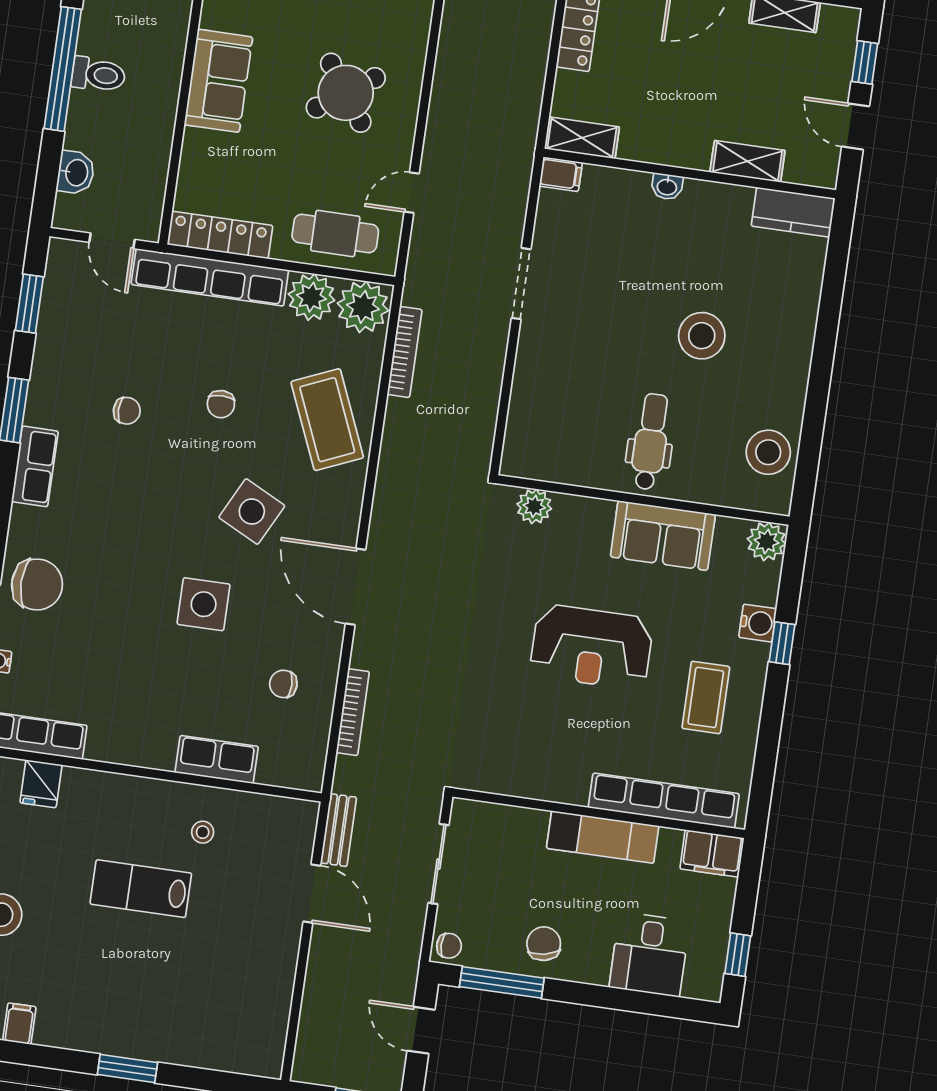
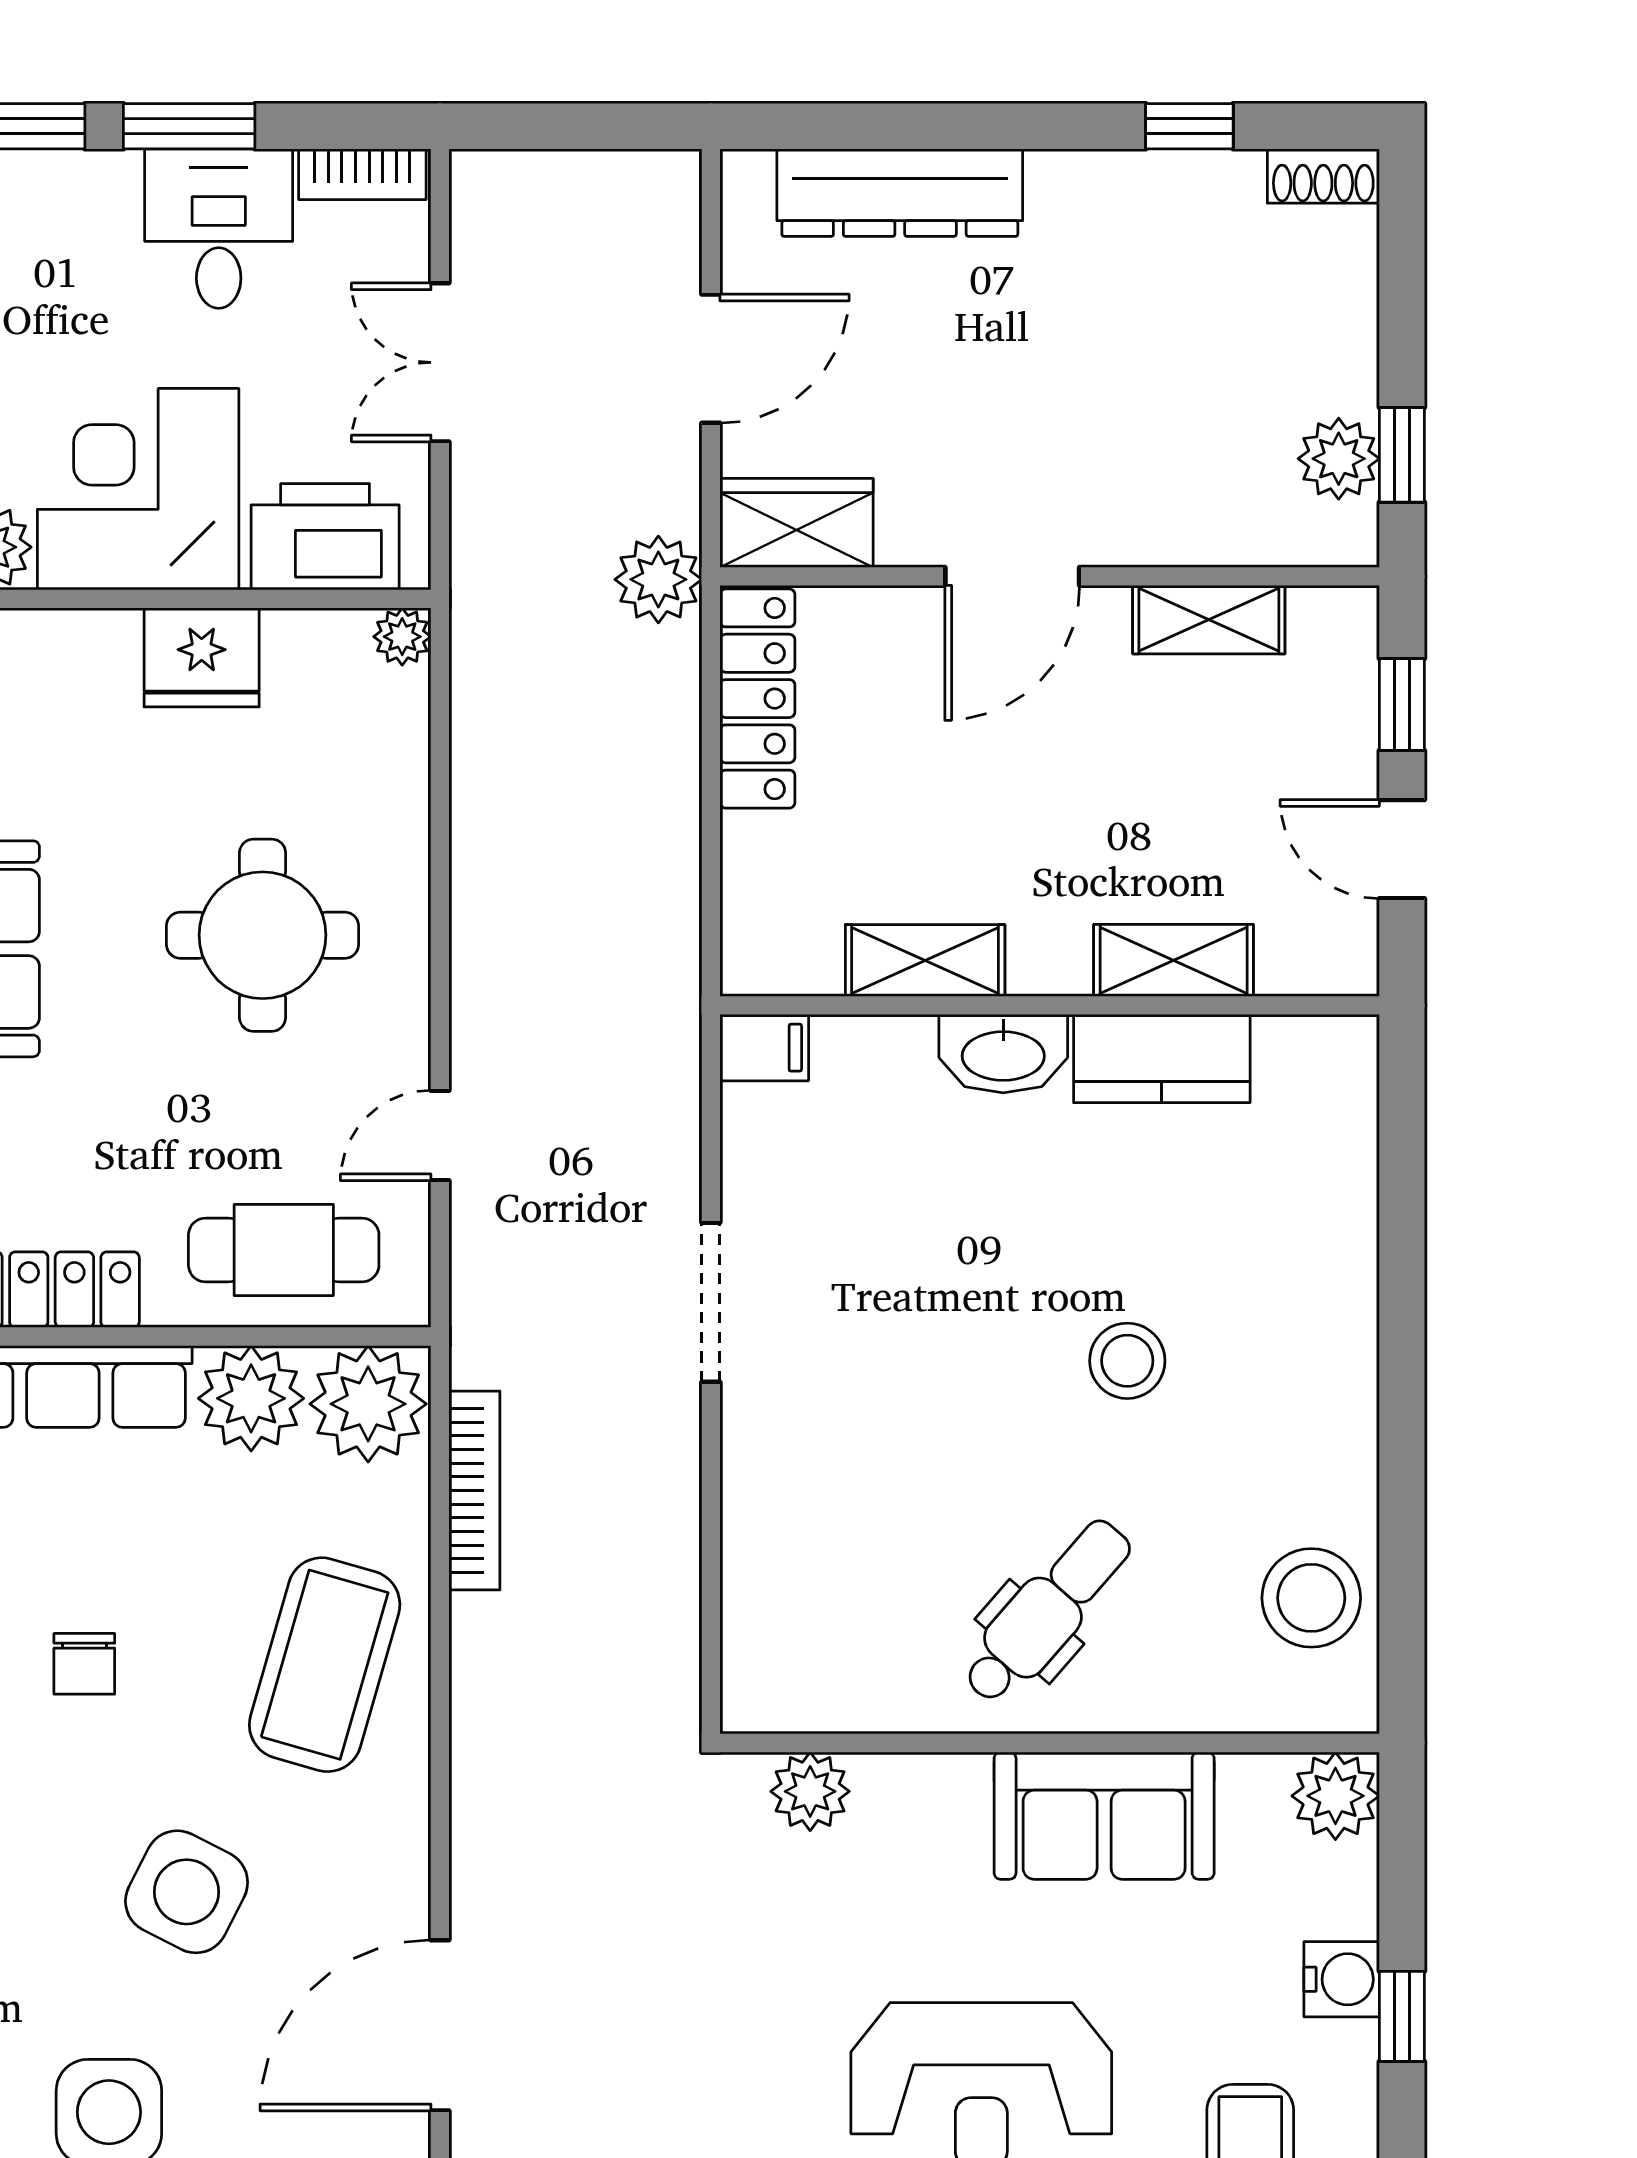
round table: (346, 93) -> (263, 935), turned 35
shelving: (582, 138) -> (925, 960), moved
washbasin: (667, 187) -> (1003, 1054), width x1.91, depth x1.45
kitchen counter: (793, 212) -> (1162, 1059), moved
stool: (702, 336) -> (1127, 1361), width x0.73, depth x0.73
coffee table: (327, 420) -> (325, 1665), turned 39
dental chair: (650, 442) -> (1047, 1611), turned 41
door: (356, 587) -> (440, 2025), hinge flipped

